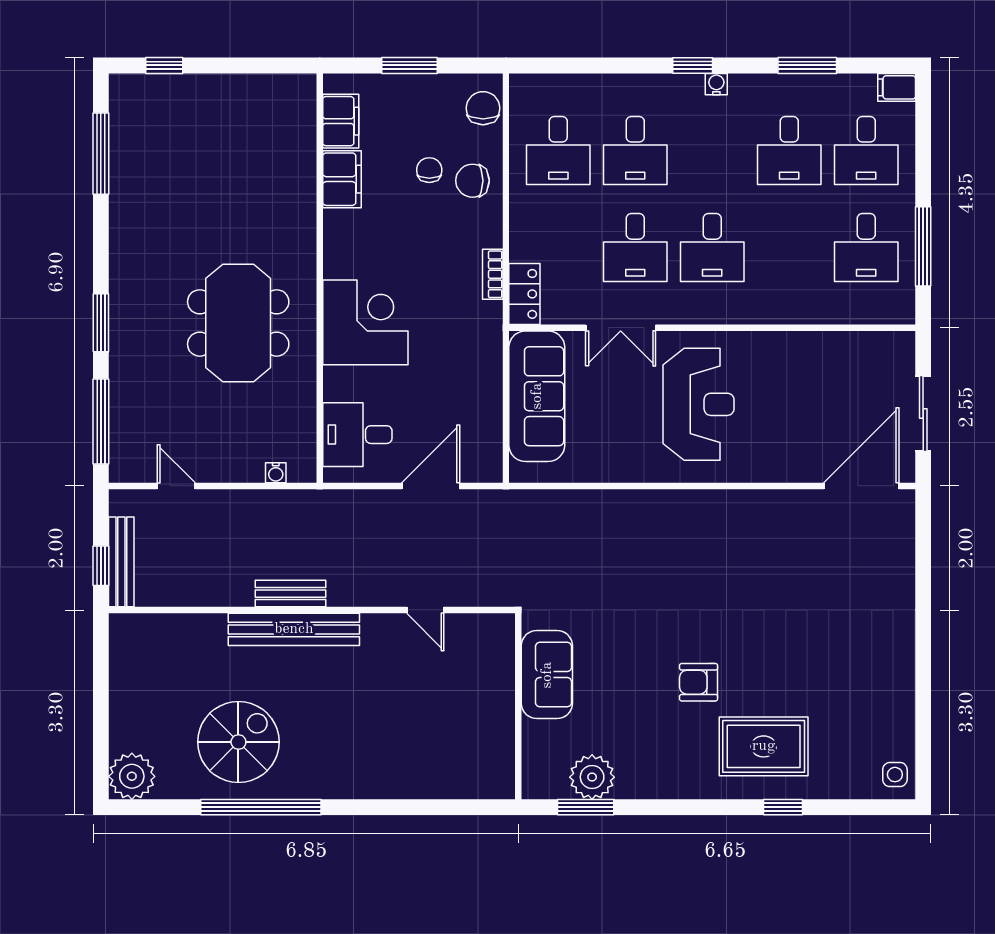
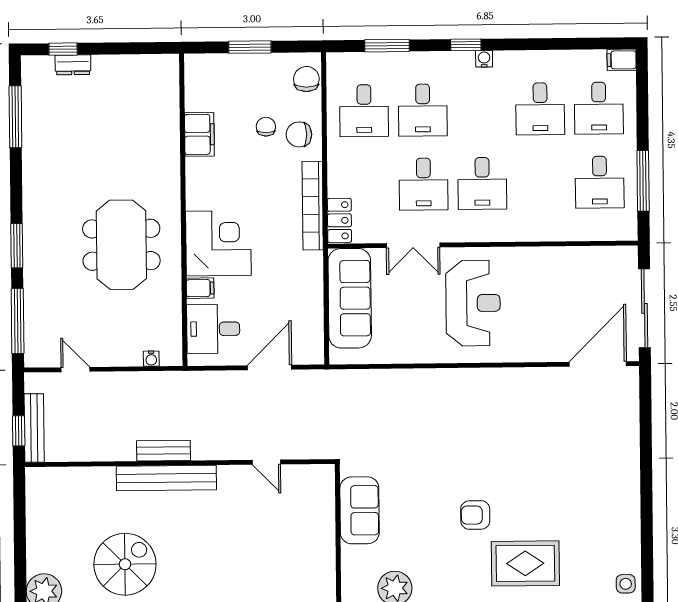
window: (807, 65) -> (387, 46), moved
dresser: (177, 86) -> (73, 65), added
filing cabinet: (341, 121) -> (200, 288), moved, width x0.50
bookcase: (493, 274) -> (313, 206), width x2.31, depth x1.31
sliding door: (923, 414) -> (644, 308), width x1.37

